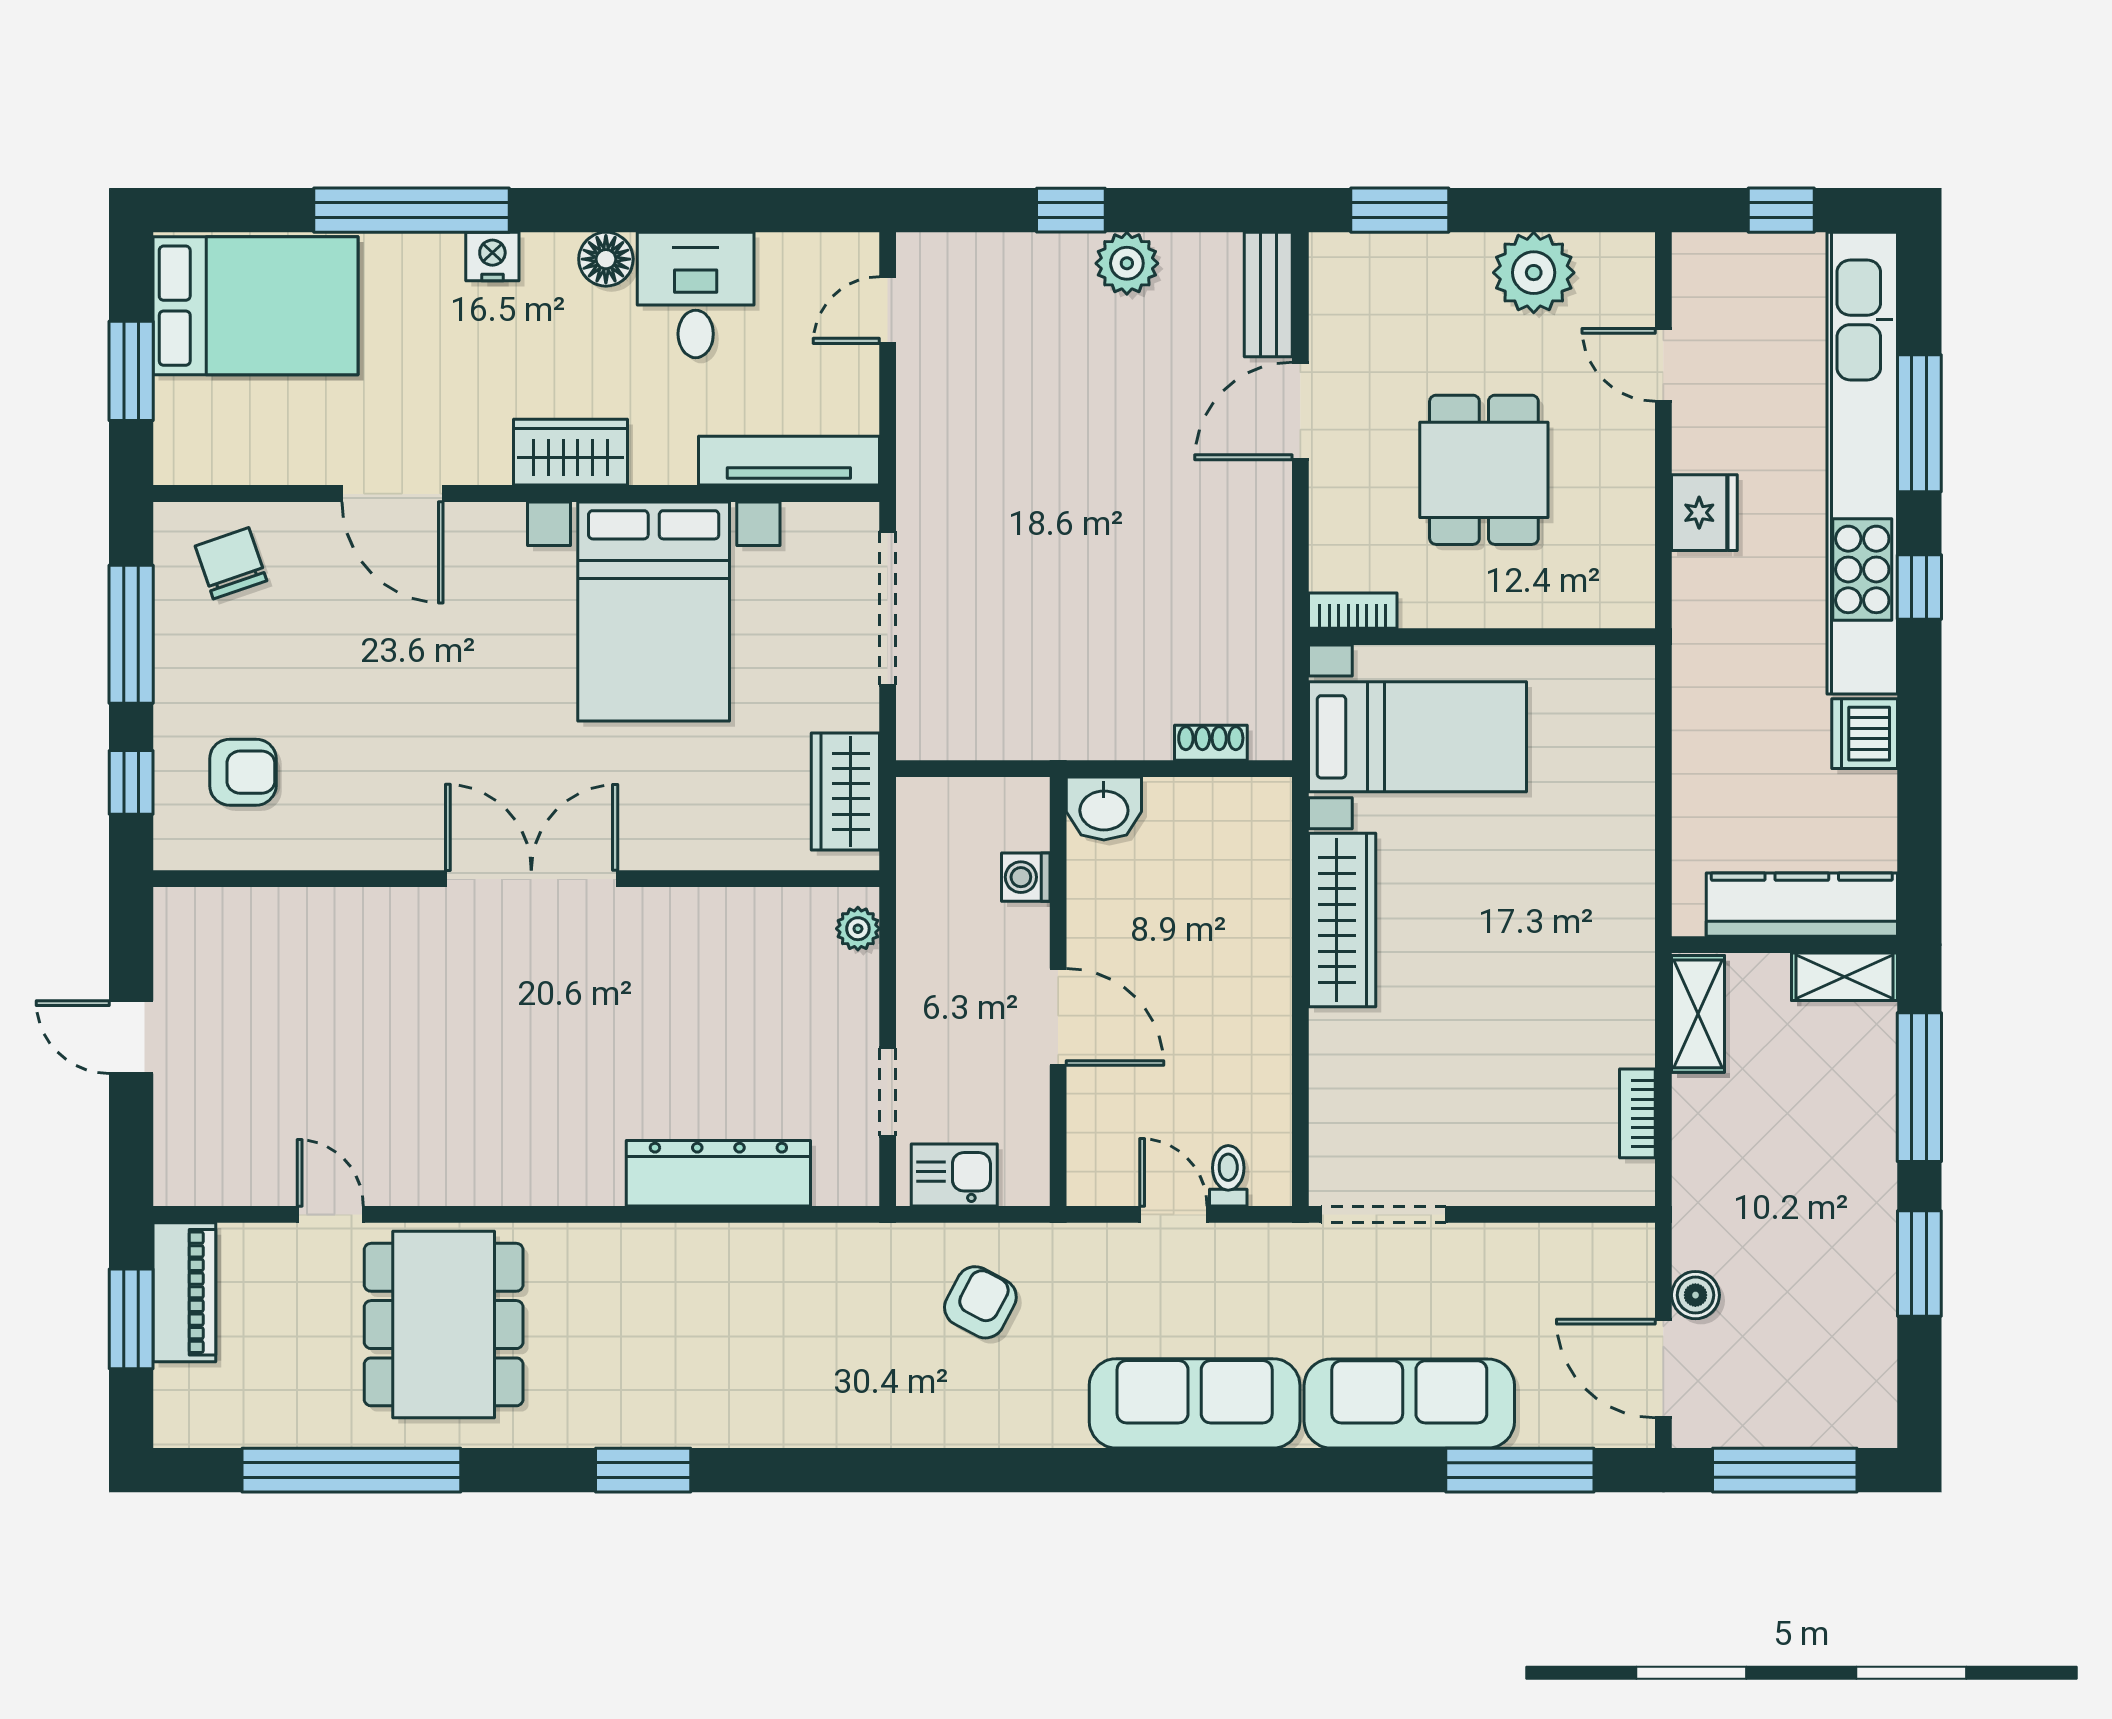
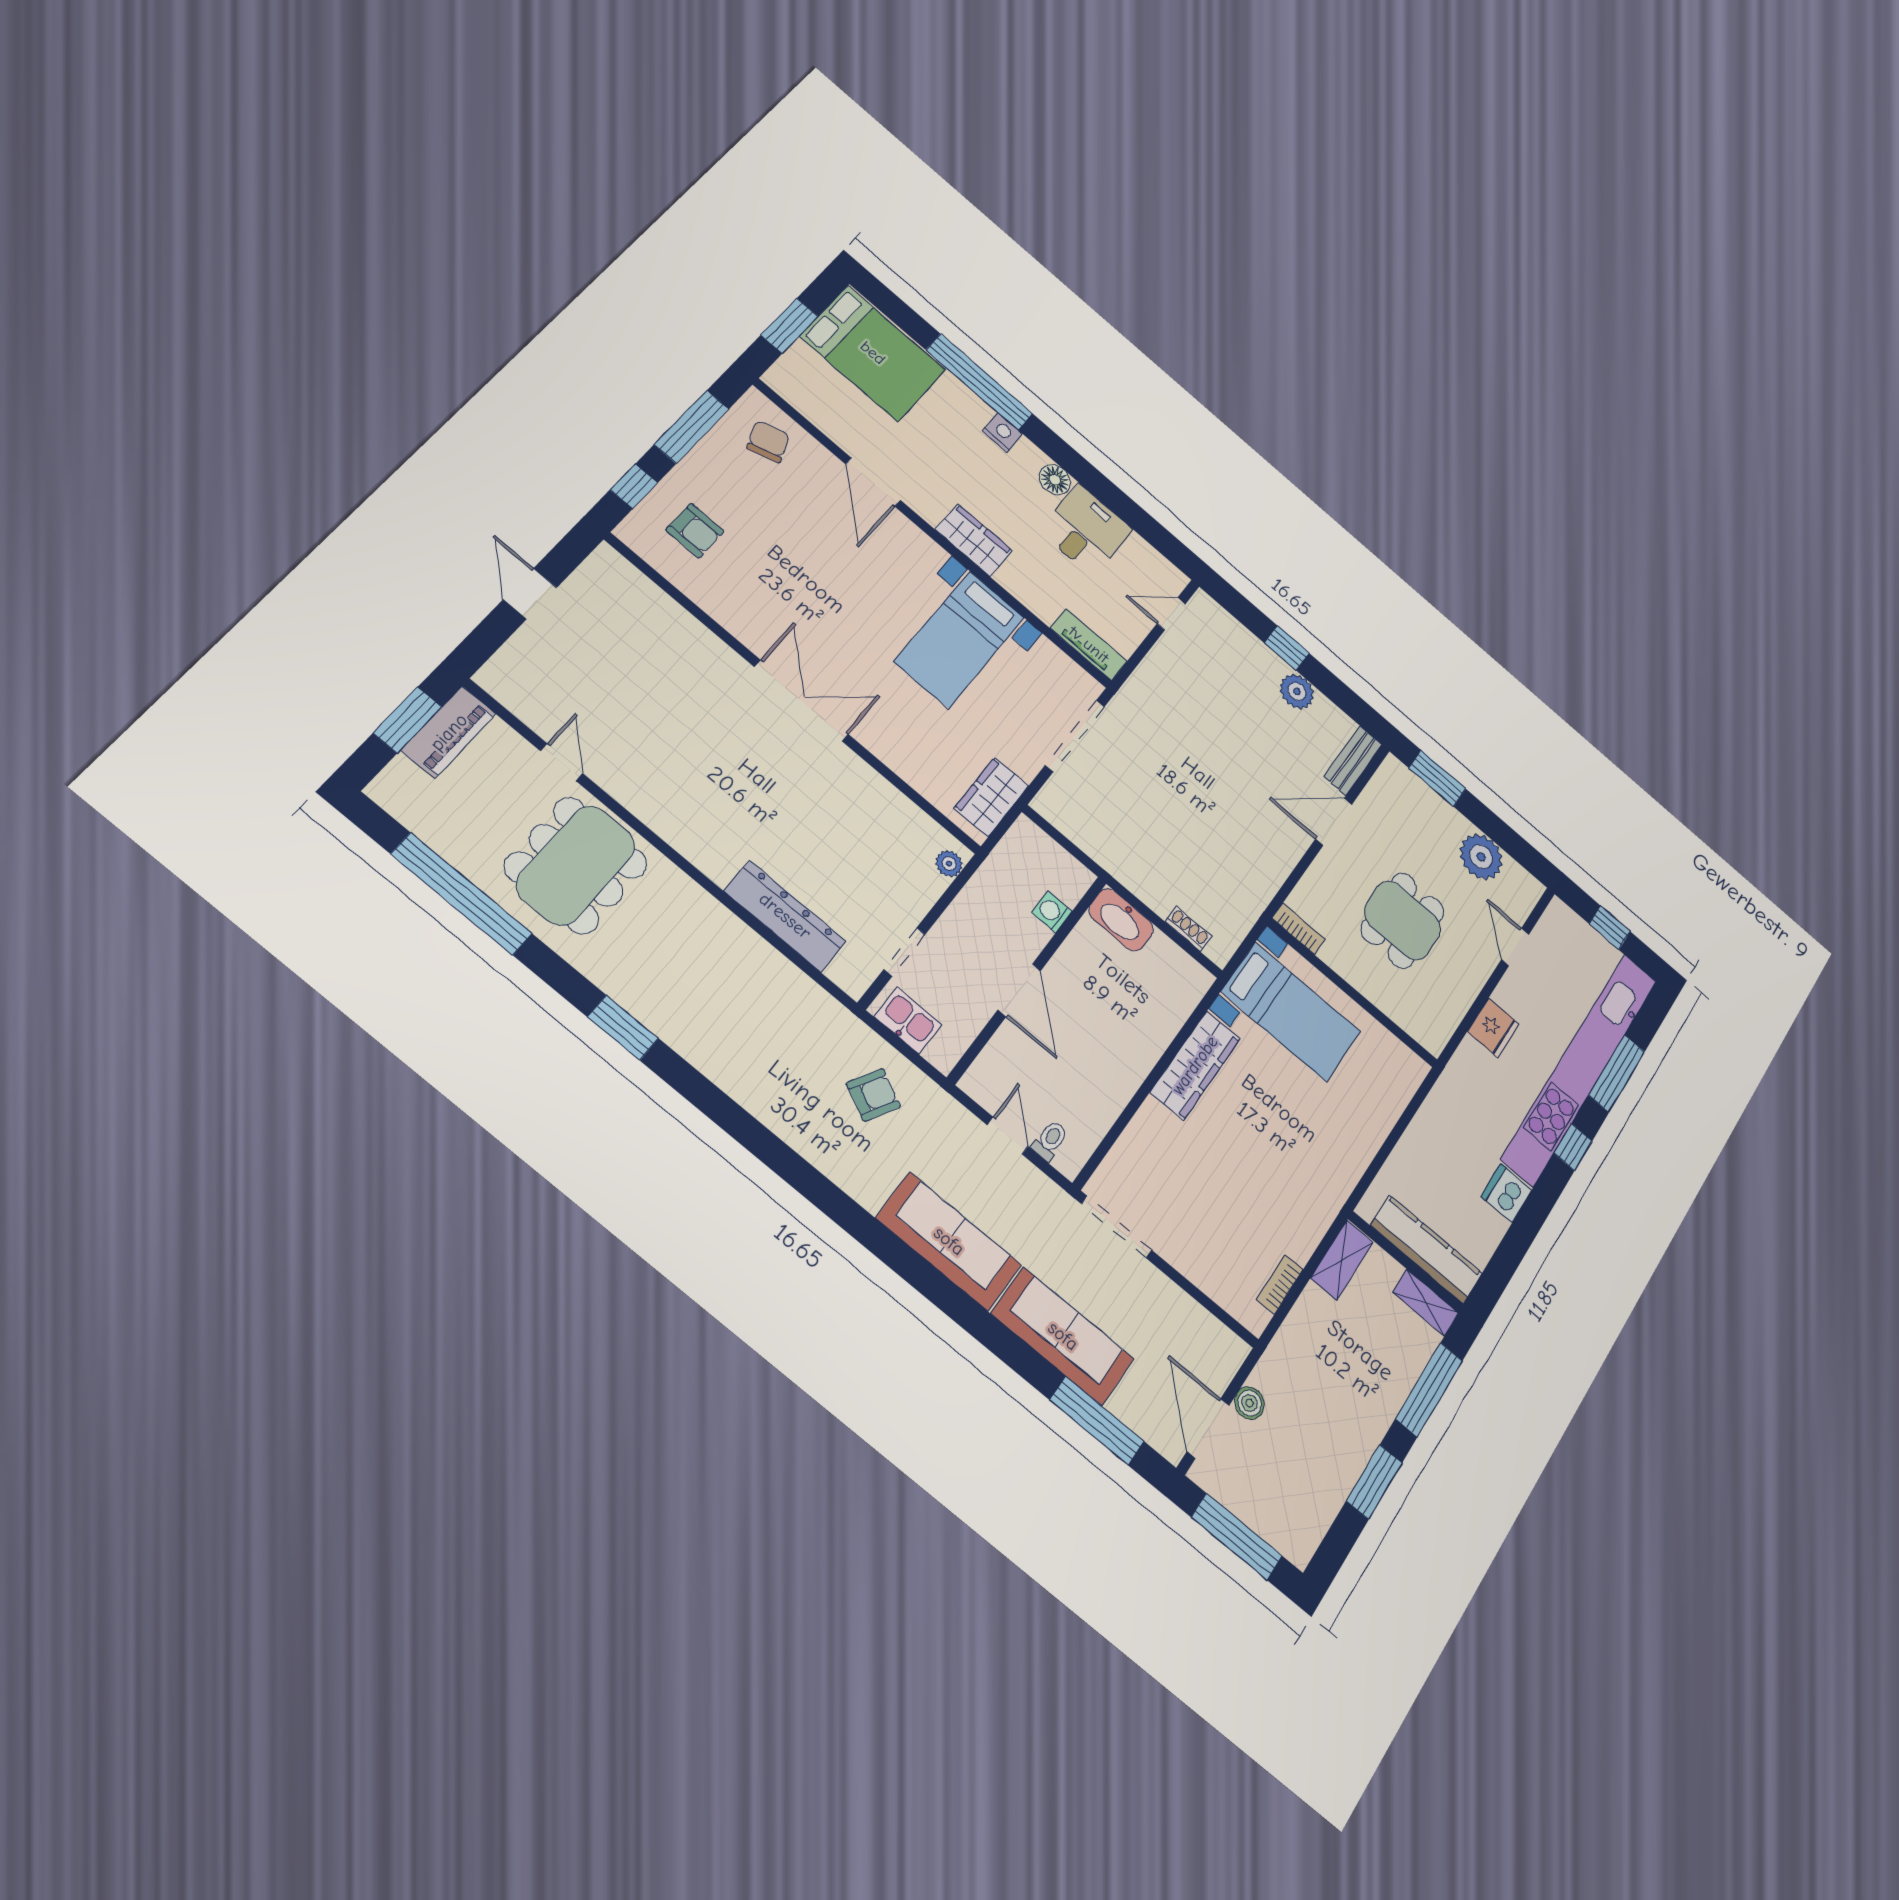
tv unit: (789, 461) -> (1089, 645), width x0.71
bed with nightstands: (654, 611) -> (960, 639), width x0.73
washbasin: (1104, 809) -> (1121, 920), width x1.38

